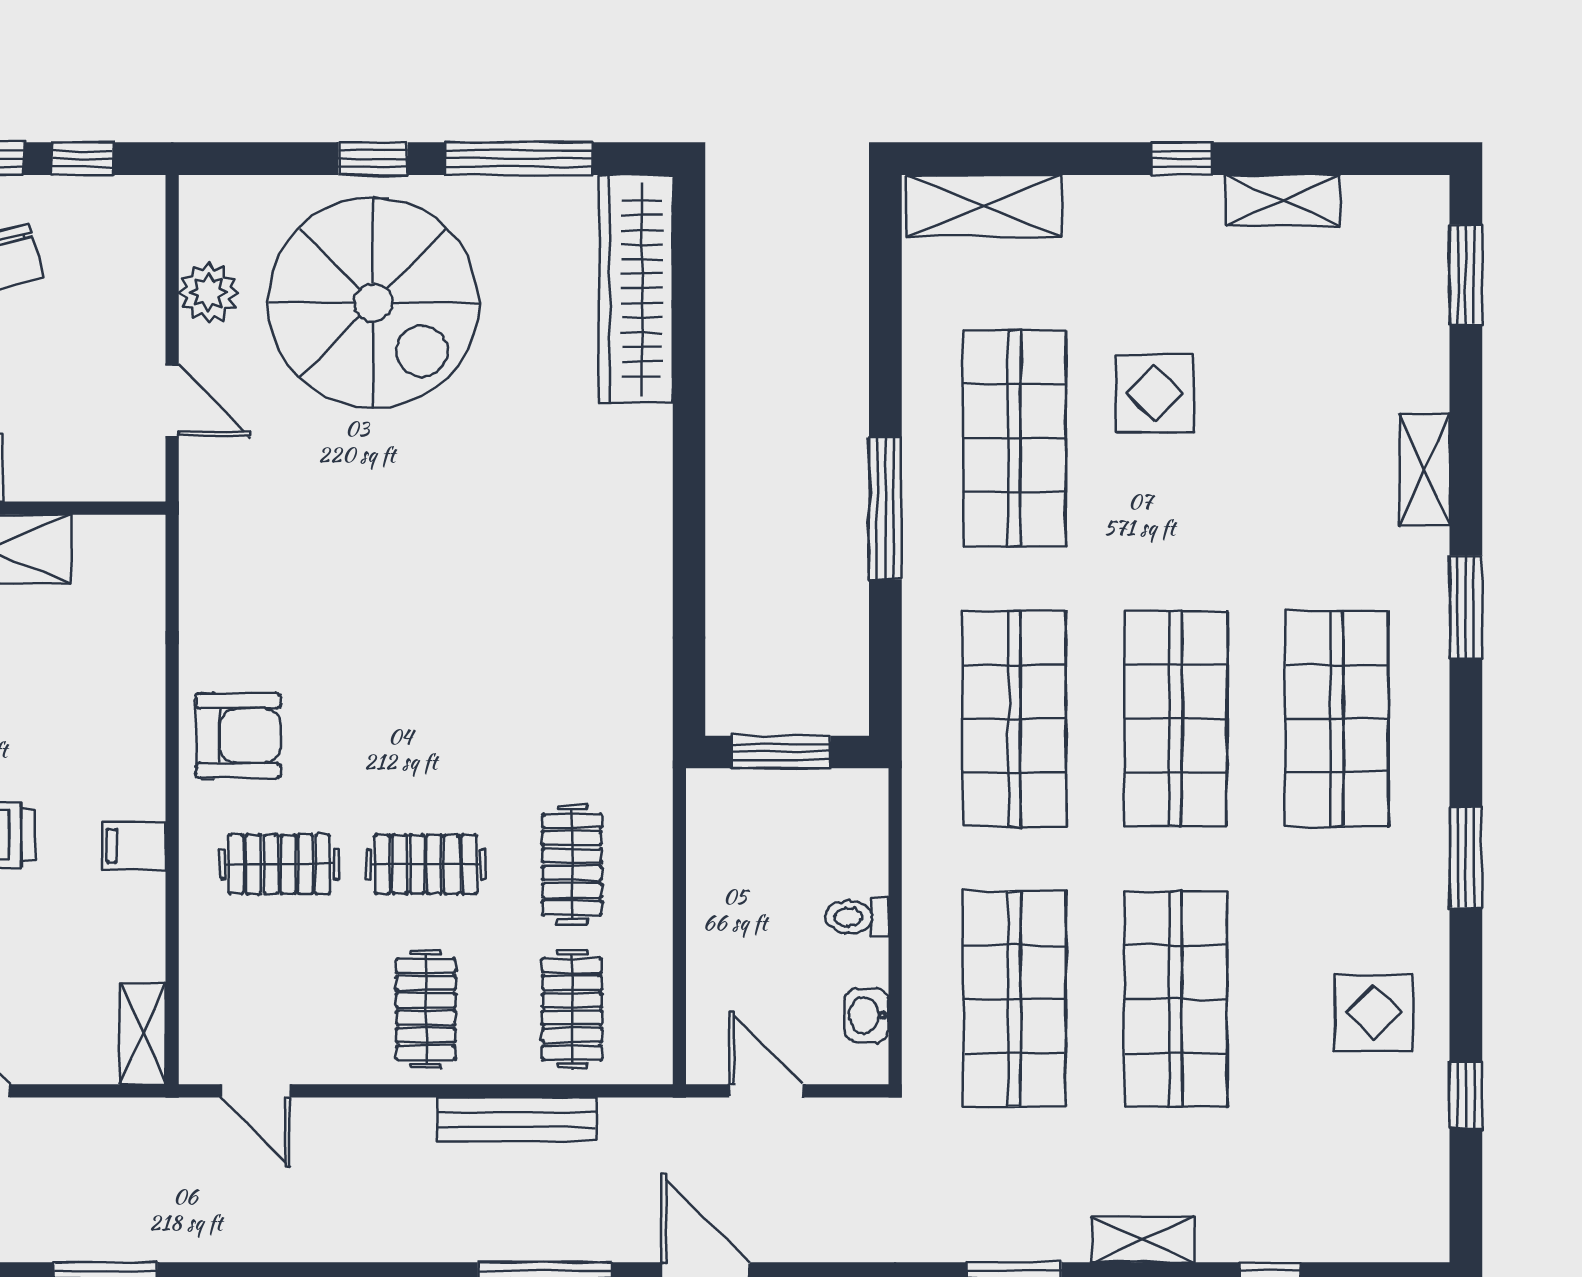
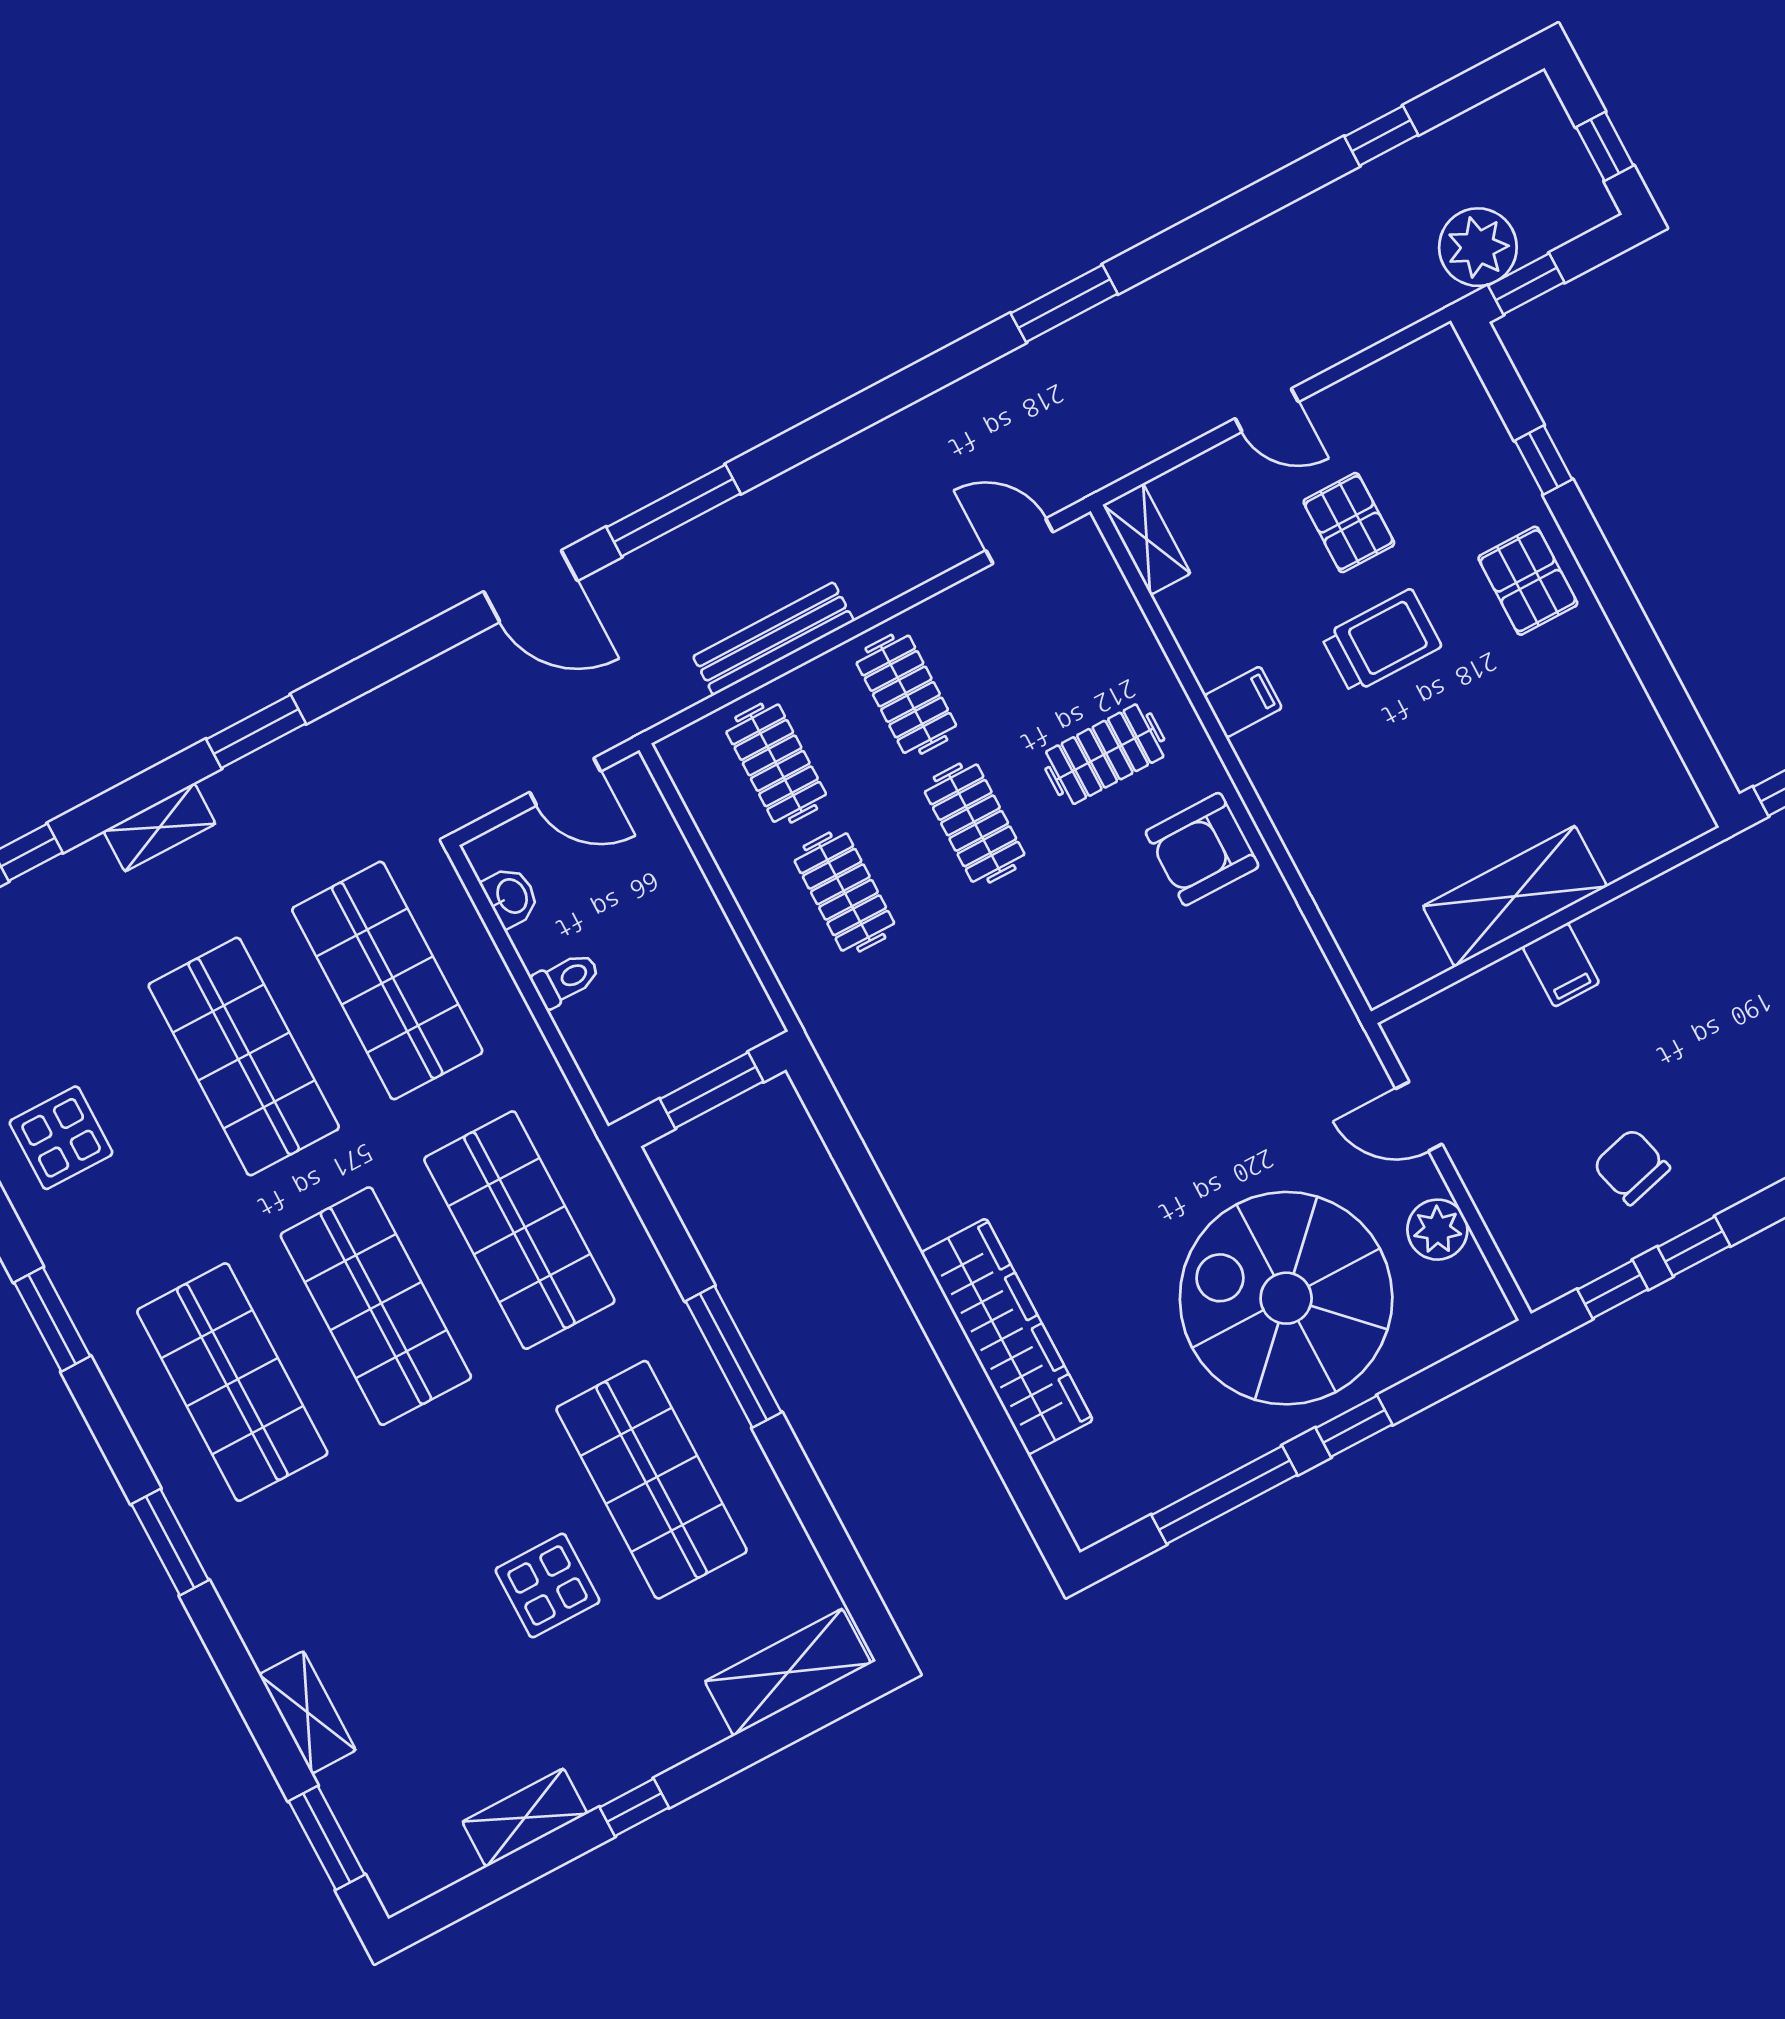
wardrobe: (636, 289) -> (1007, 1336), moved
shelving: (1424, 470) -> (307, 1712), moved
clothes rail: (426, 864) -> (975, 823), turned 90

